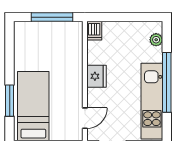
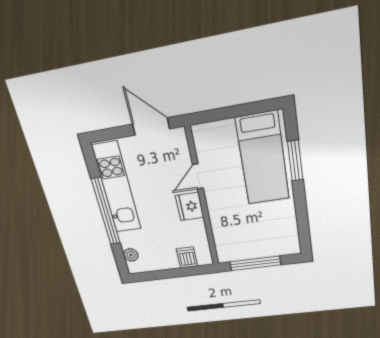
dishwasher: (94, 31) -> (187, 257), moved
door: (85, 118) -> (198, 176), moved

